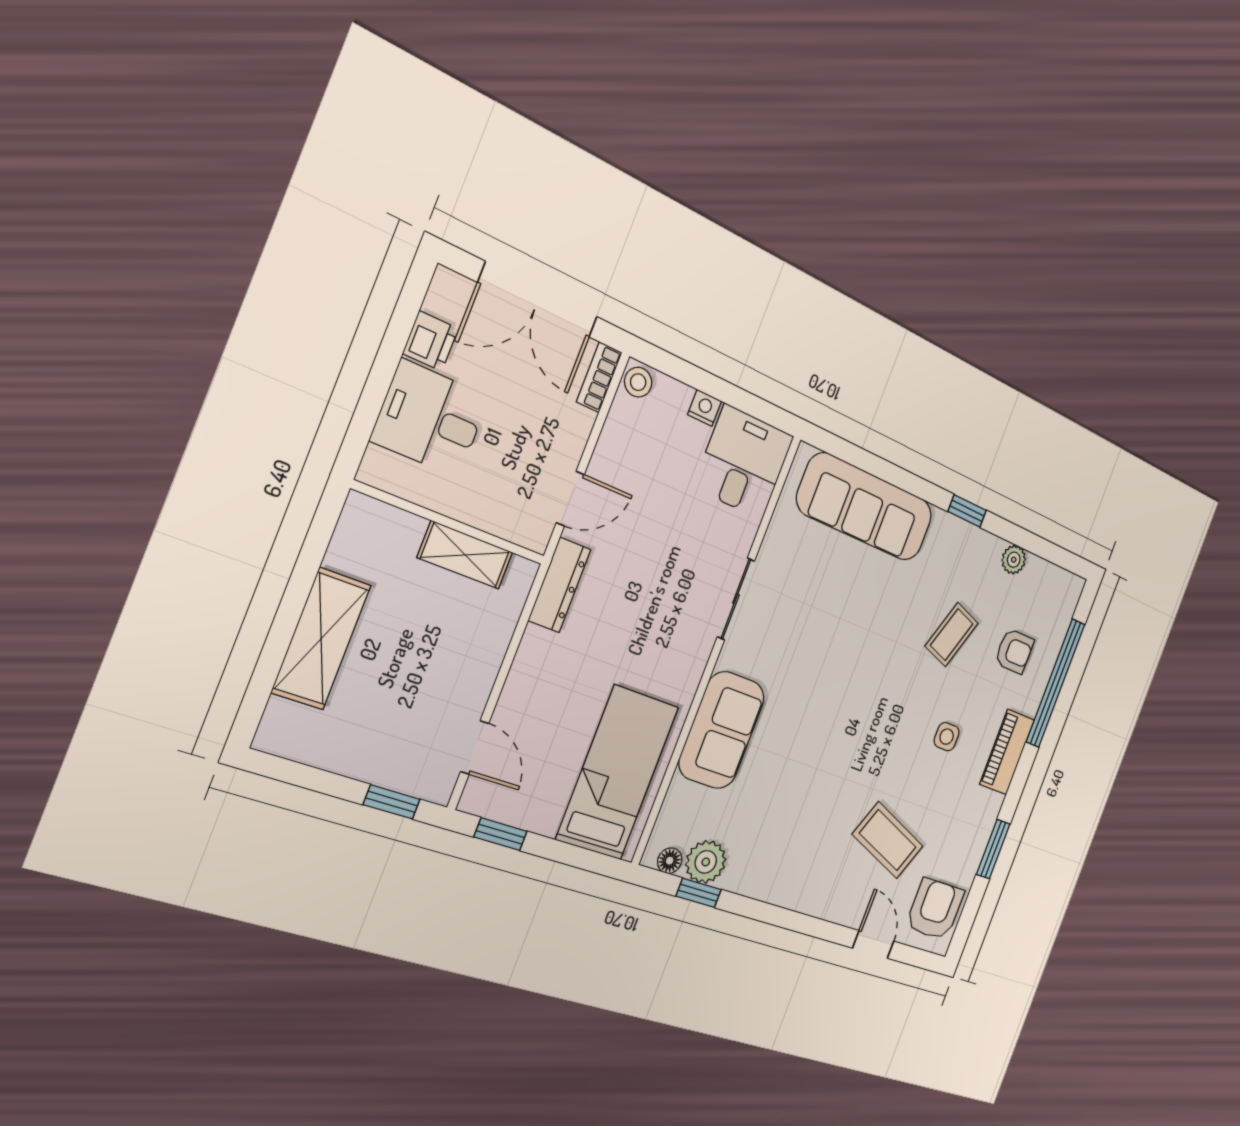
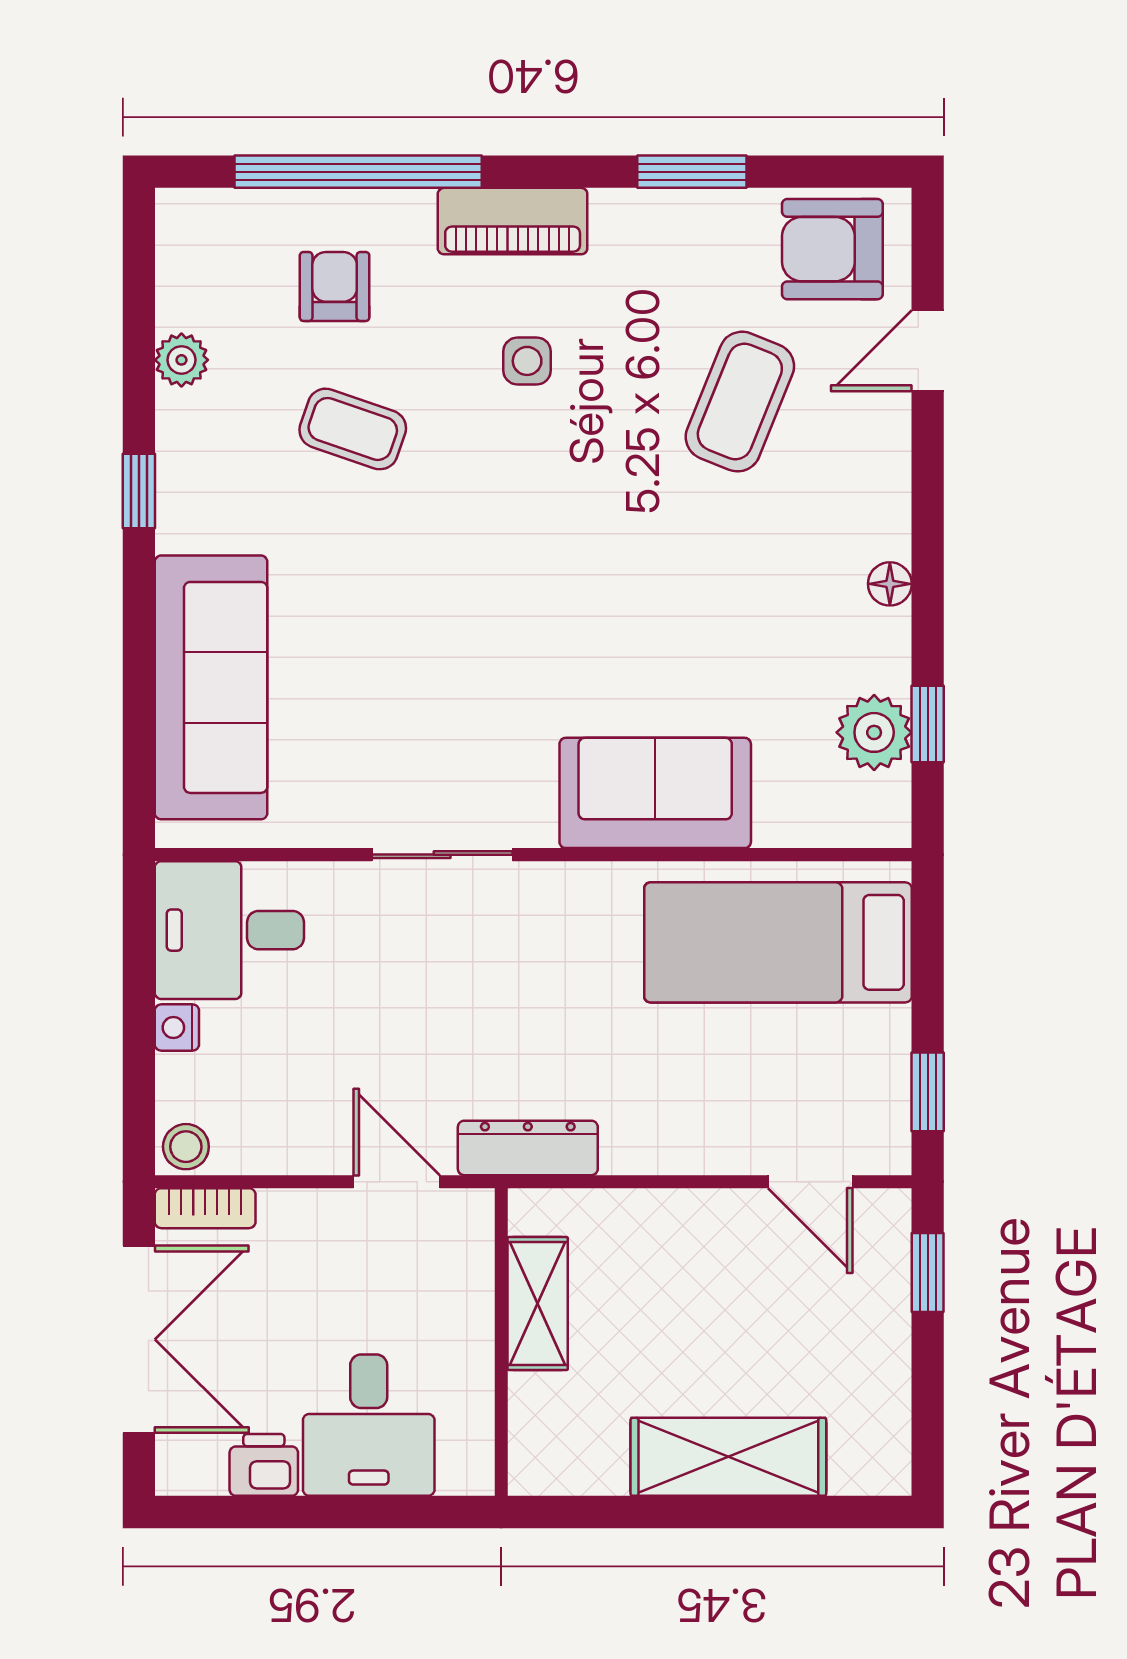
door: (475, 747) -> (810, 1182), swing flipped
floor lamp: (670, 861) -> (890, 584), moved

